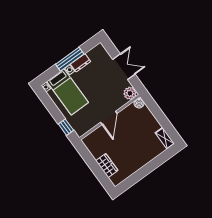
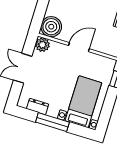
dresser: (81, 63) -> (38, 106), moved
boiler: (139, 103) -> (51, 27), width x1.86, depth x1.86

